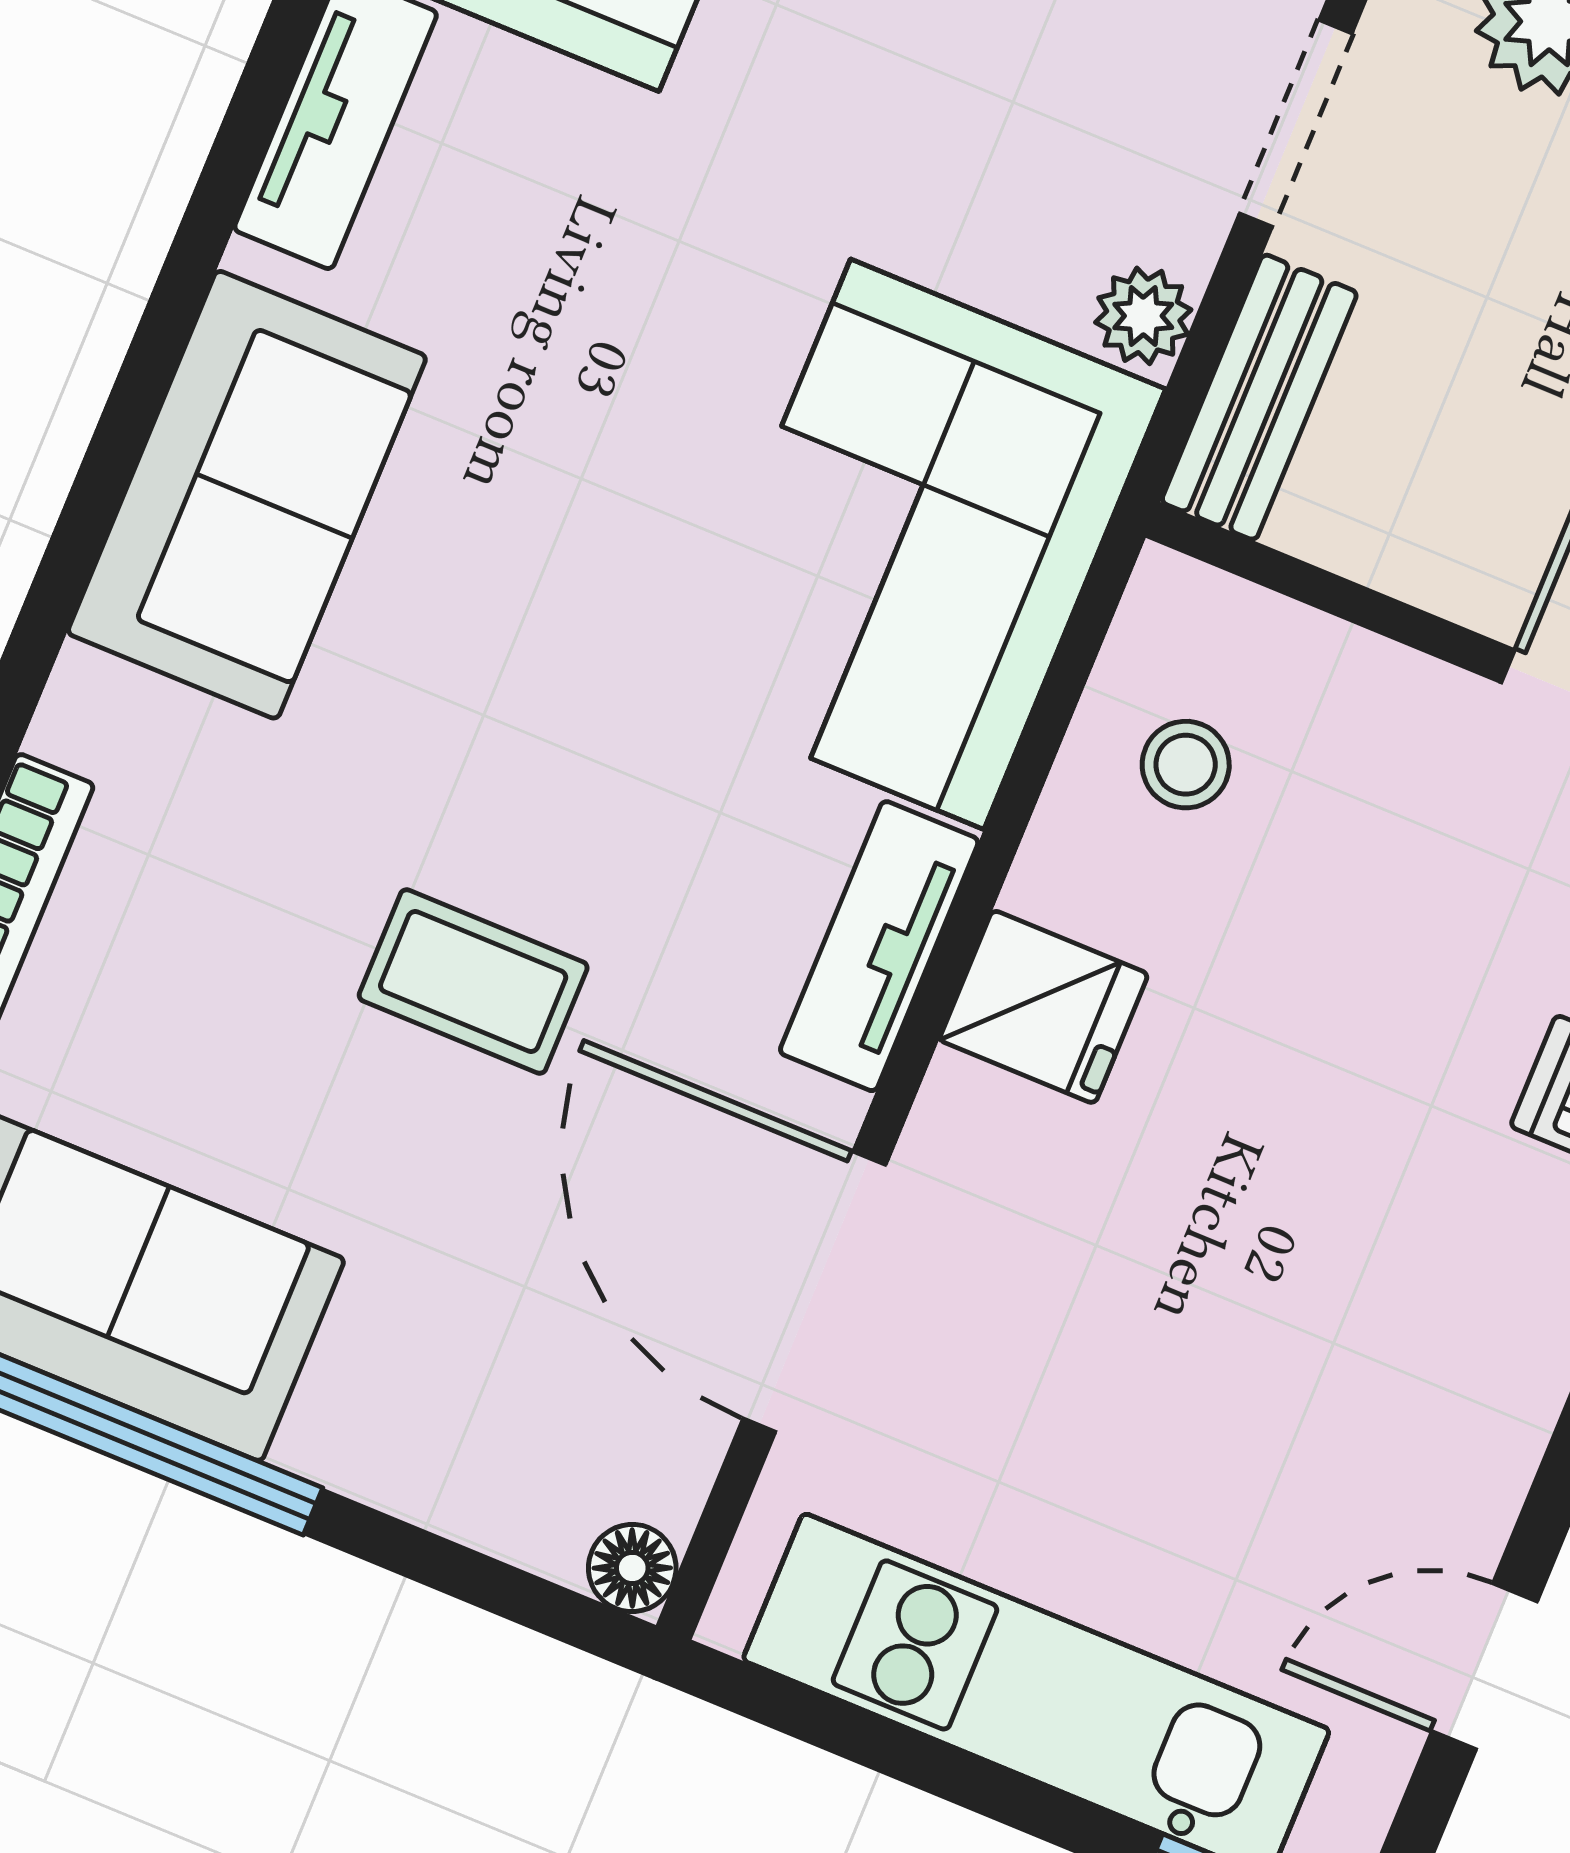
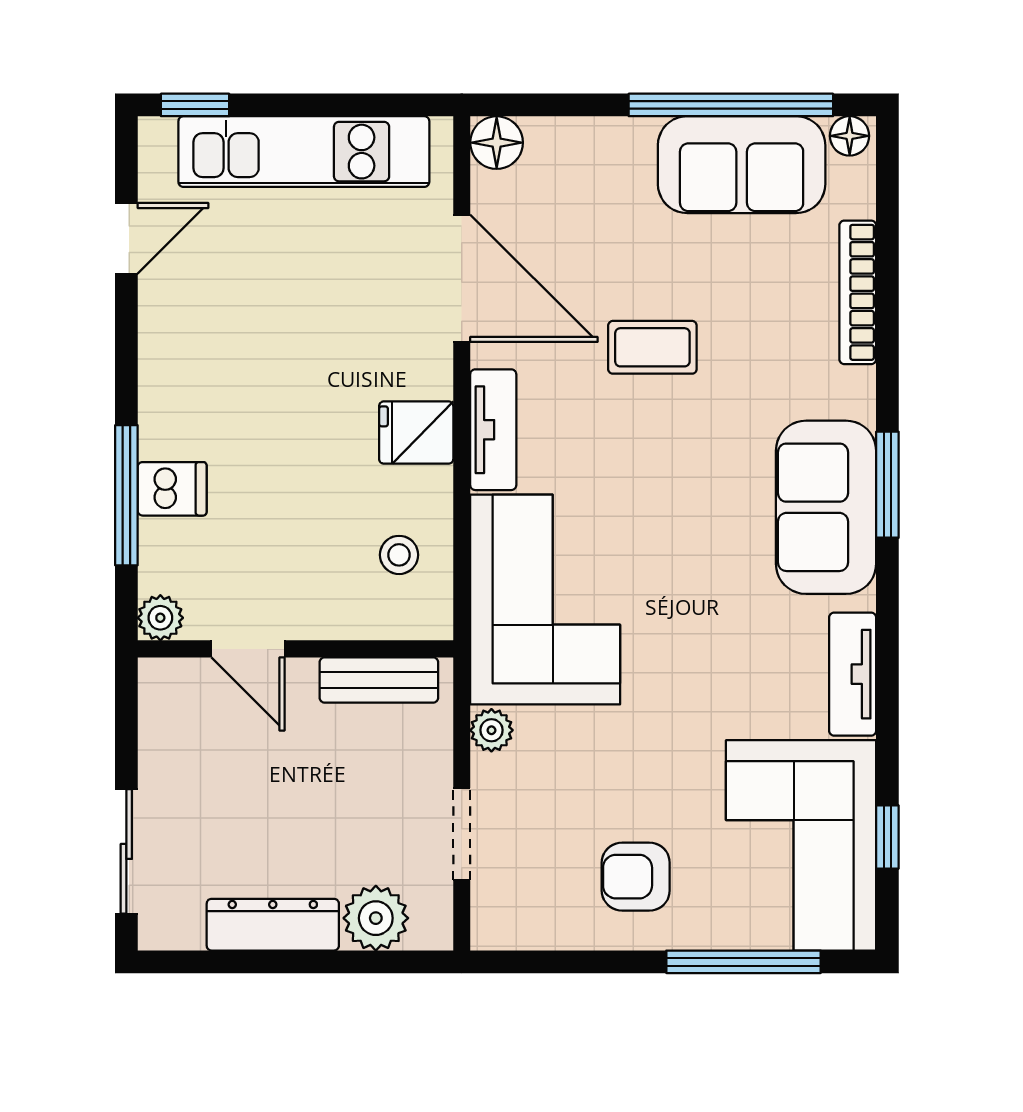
bench: (1259, 397) -> (379, 680), moved, turned 90
window: (98, 489) -> (887, 485), added
floor lamp: (632, 1568) -> (497, 143), width x1.37, depth x1.37

